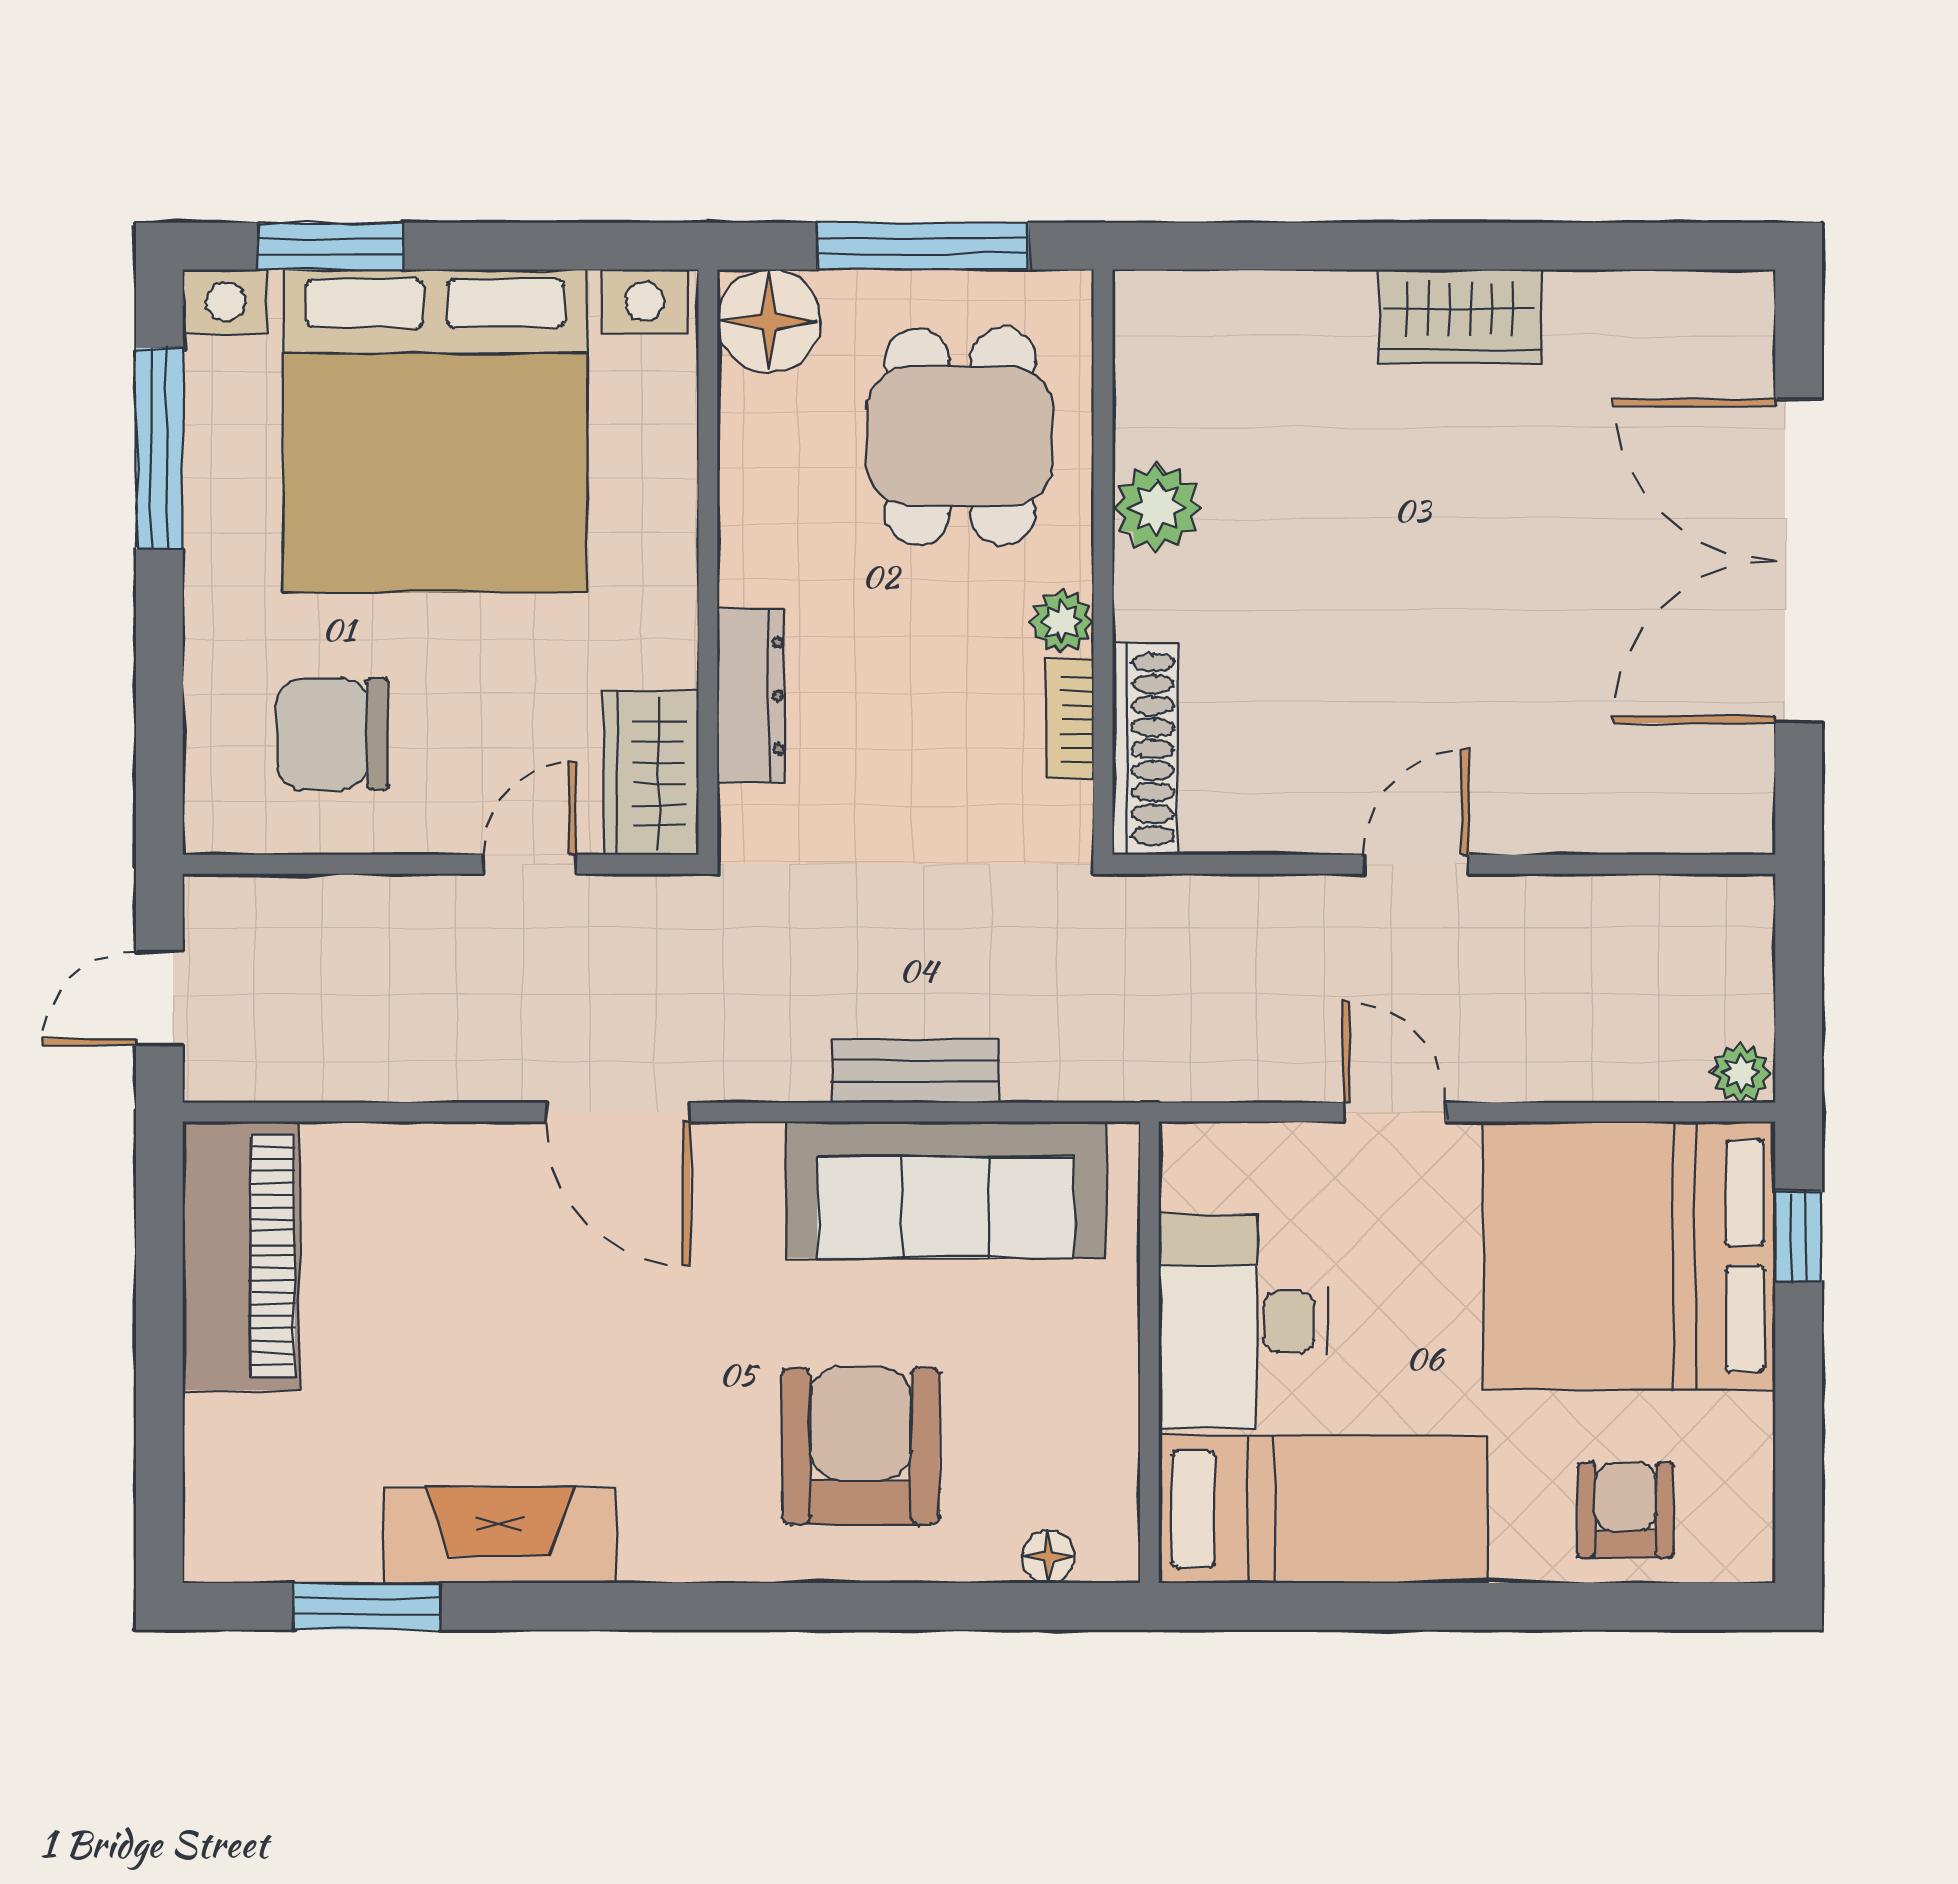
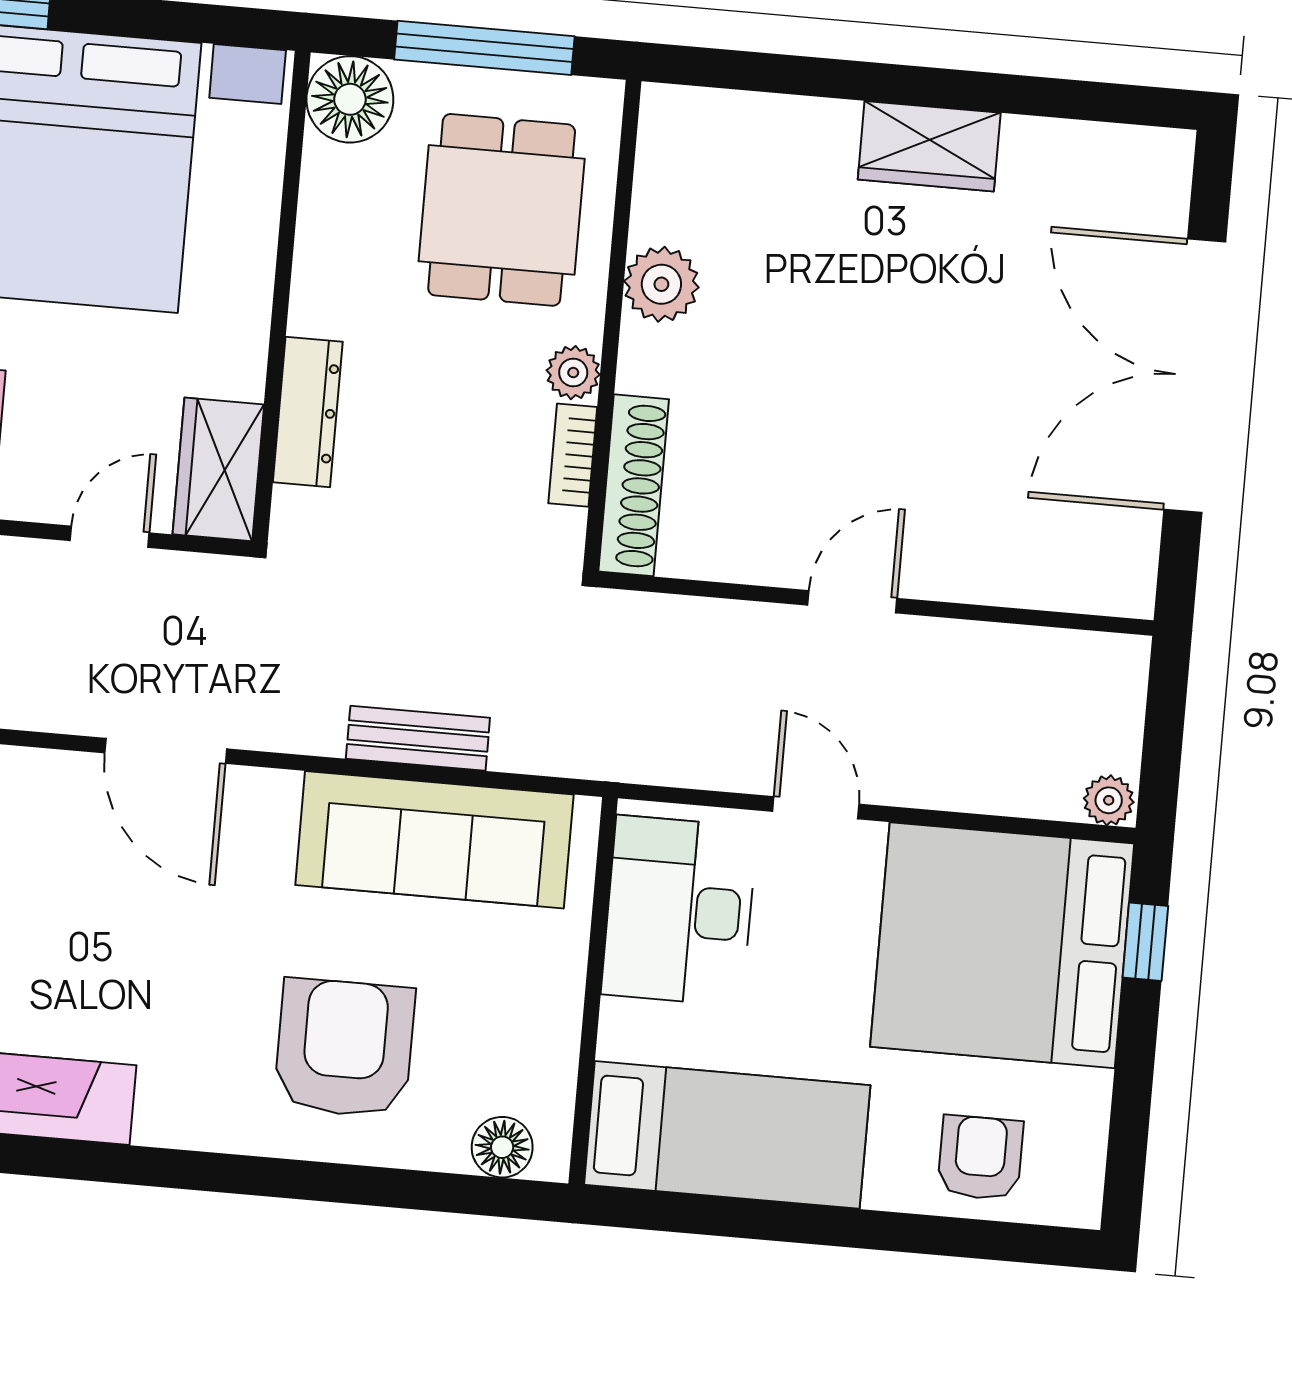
desk: (1243, 1321) -> (679, 911), moved
floor lamp: (1048, 1557) -> (502, 1147), width x1.37, depth x1.37

